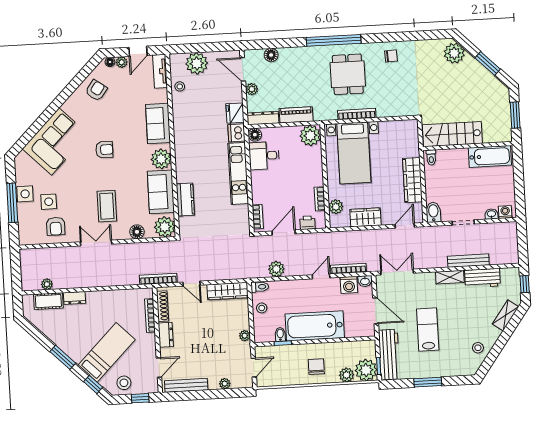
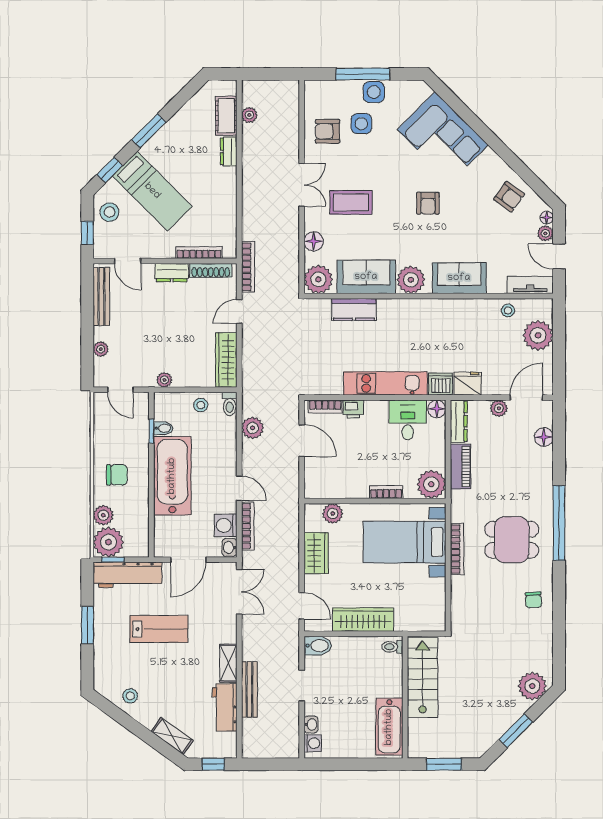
bookcase: (320, 199) -> (386, 492), moved
printer: (308, 223) -> (353, 409), moved, turned 90

